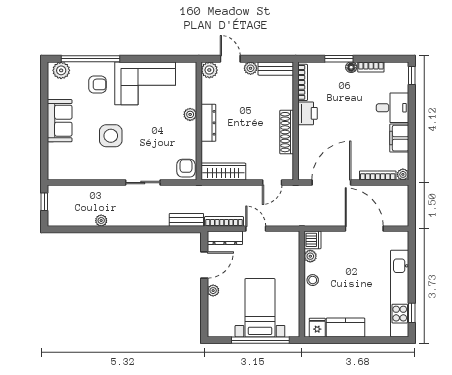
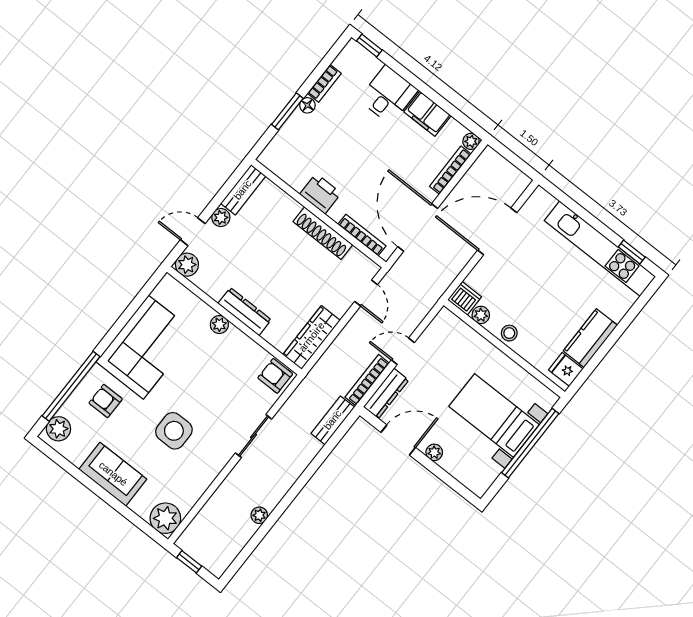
bookcase: (303, 82) -> (362, 235), moved
armchair: (97, 84) -> (106, 401), turned -90
plant: (58, 169) -> (165, 518), added
door: (204, 265) -> (398, 440), hinge flipped

